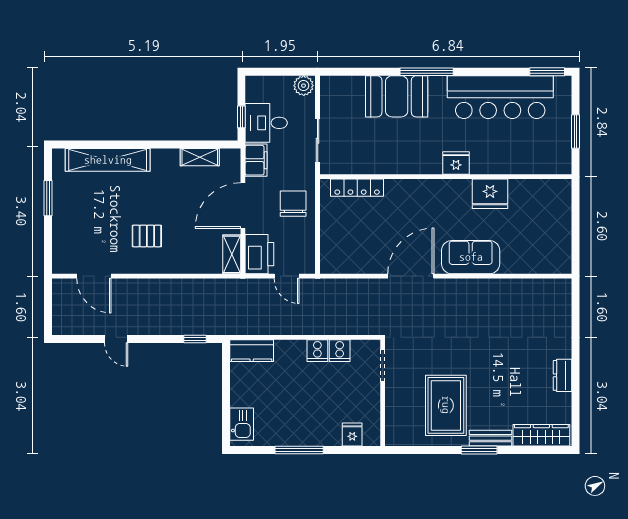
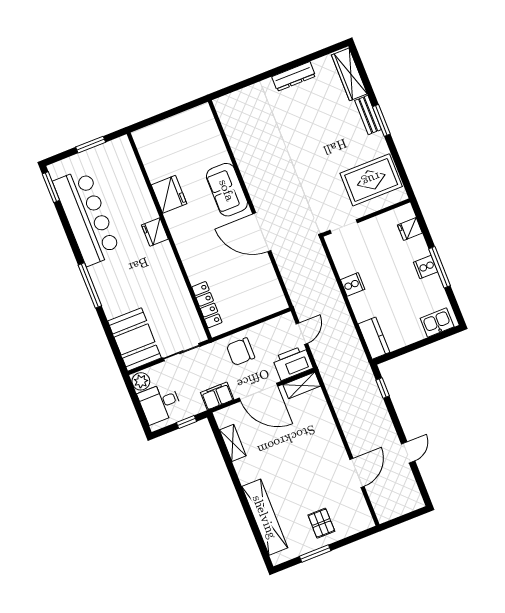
booth: (397, 96) -> (134, 339), moved
desk: (266, 123) -> (160, 403), moved, turned 90
pallet: (147, 236) -> (321, 523), moved
door: (94, 276) -> (357, 473), moved
cooker: (340, 351) -> (426, 267), moved, turned 180
dresser: (563, 375) -> (294, 76), width x1.44
rug: (446, 405) -> (371, 180), moved

